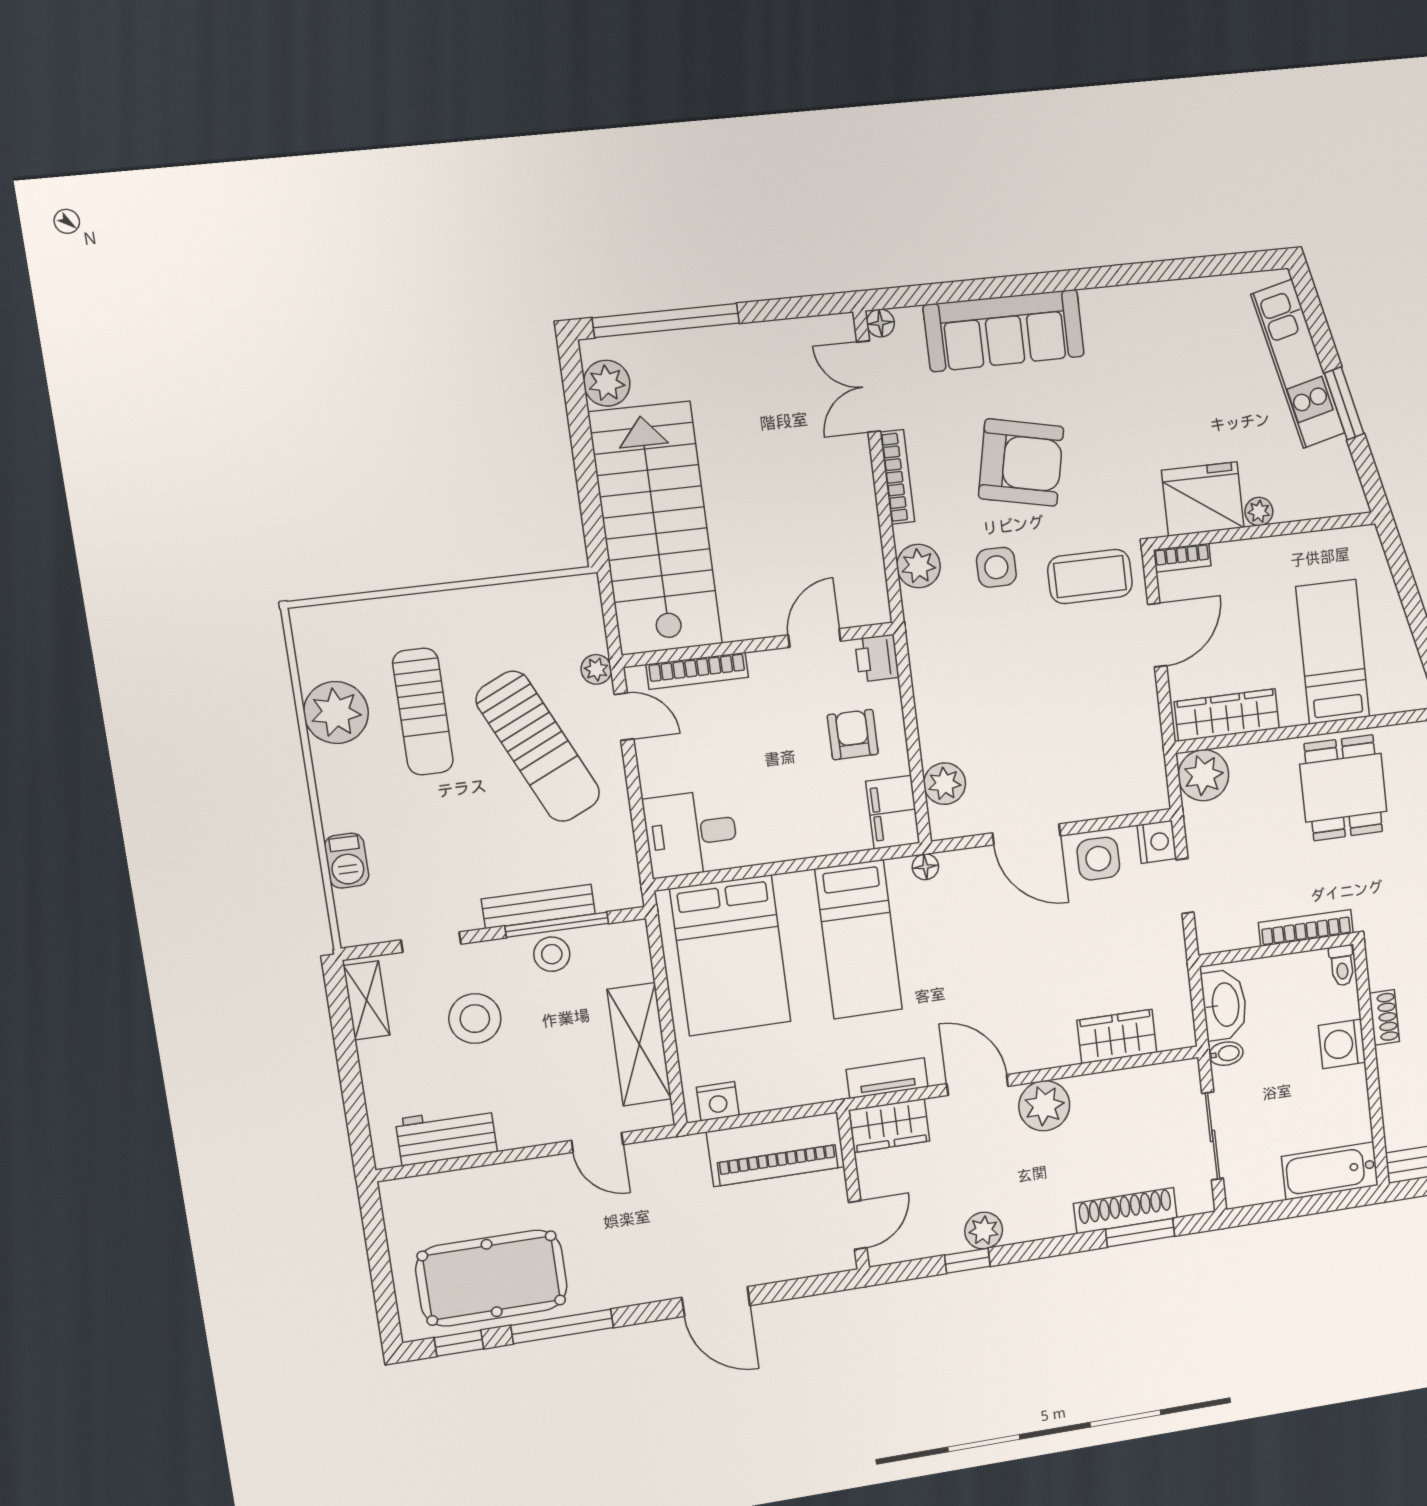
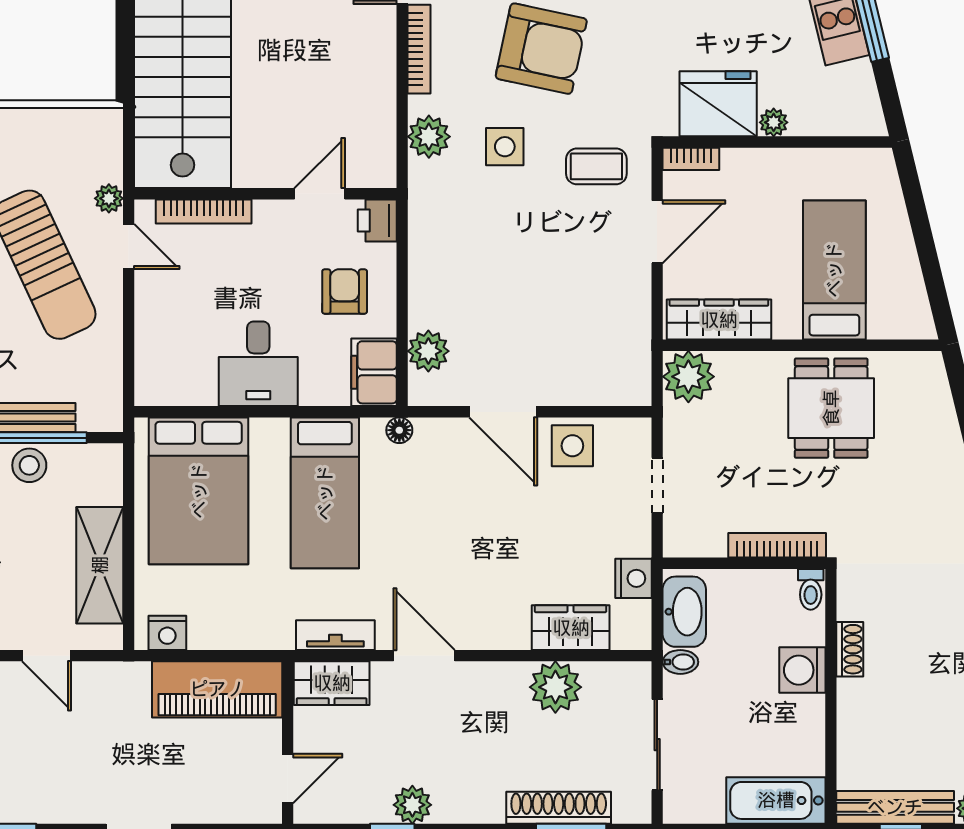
coffee table: (1090, 577) -> (596, 166), width x0.73, depth x0.77
desk: (691, 833) -> (258, 364), moved, turned -90
nightstand: (1157, 842) -> (633, 578), moved
plant: (1044, 1106) -> (555, 687), moved

